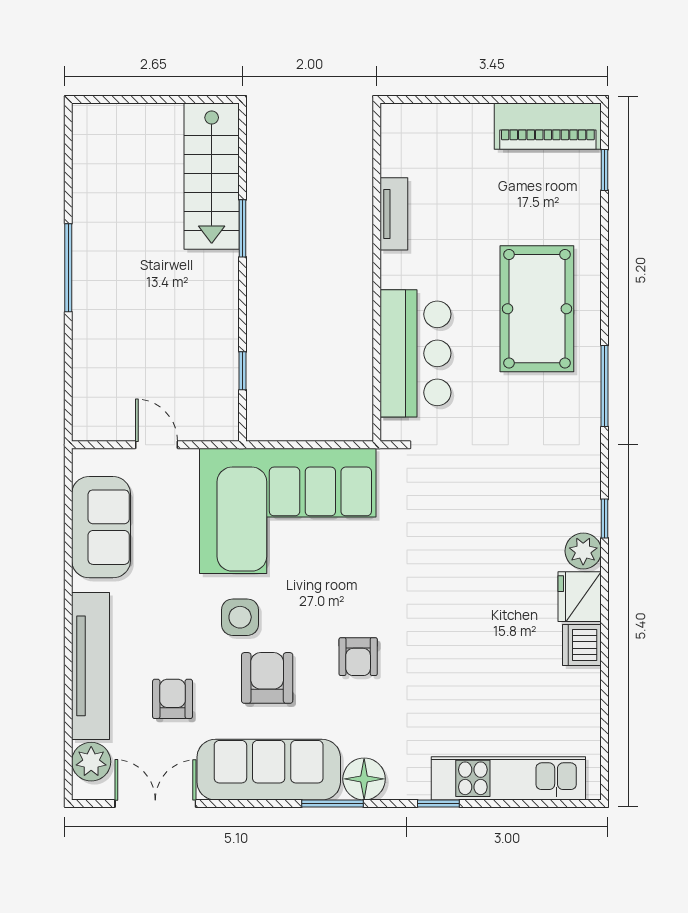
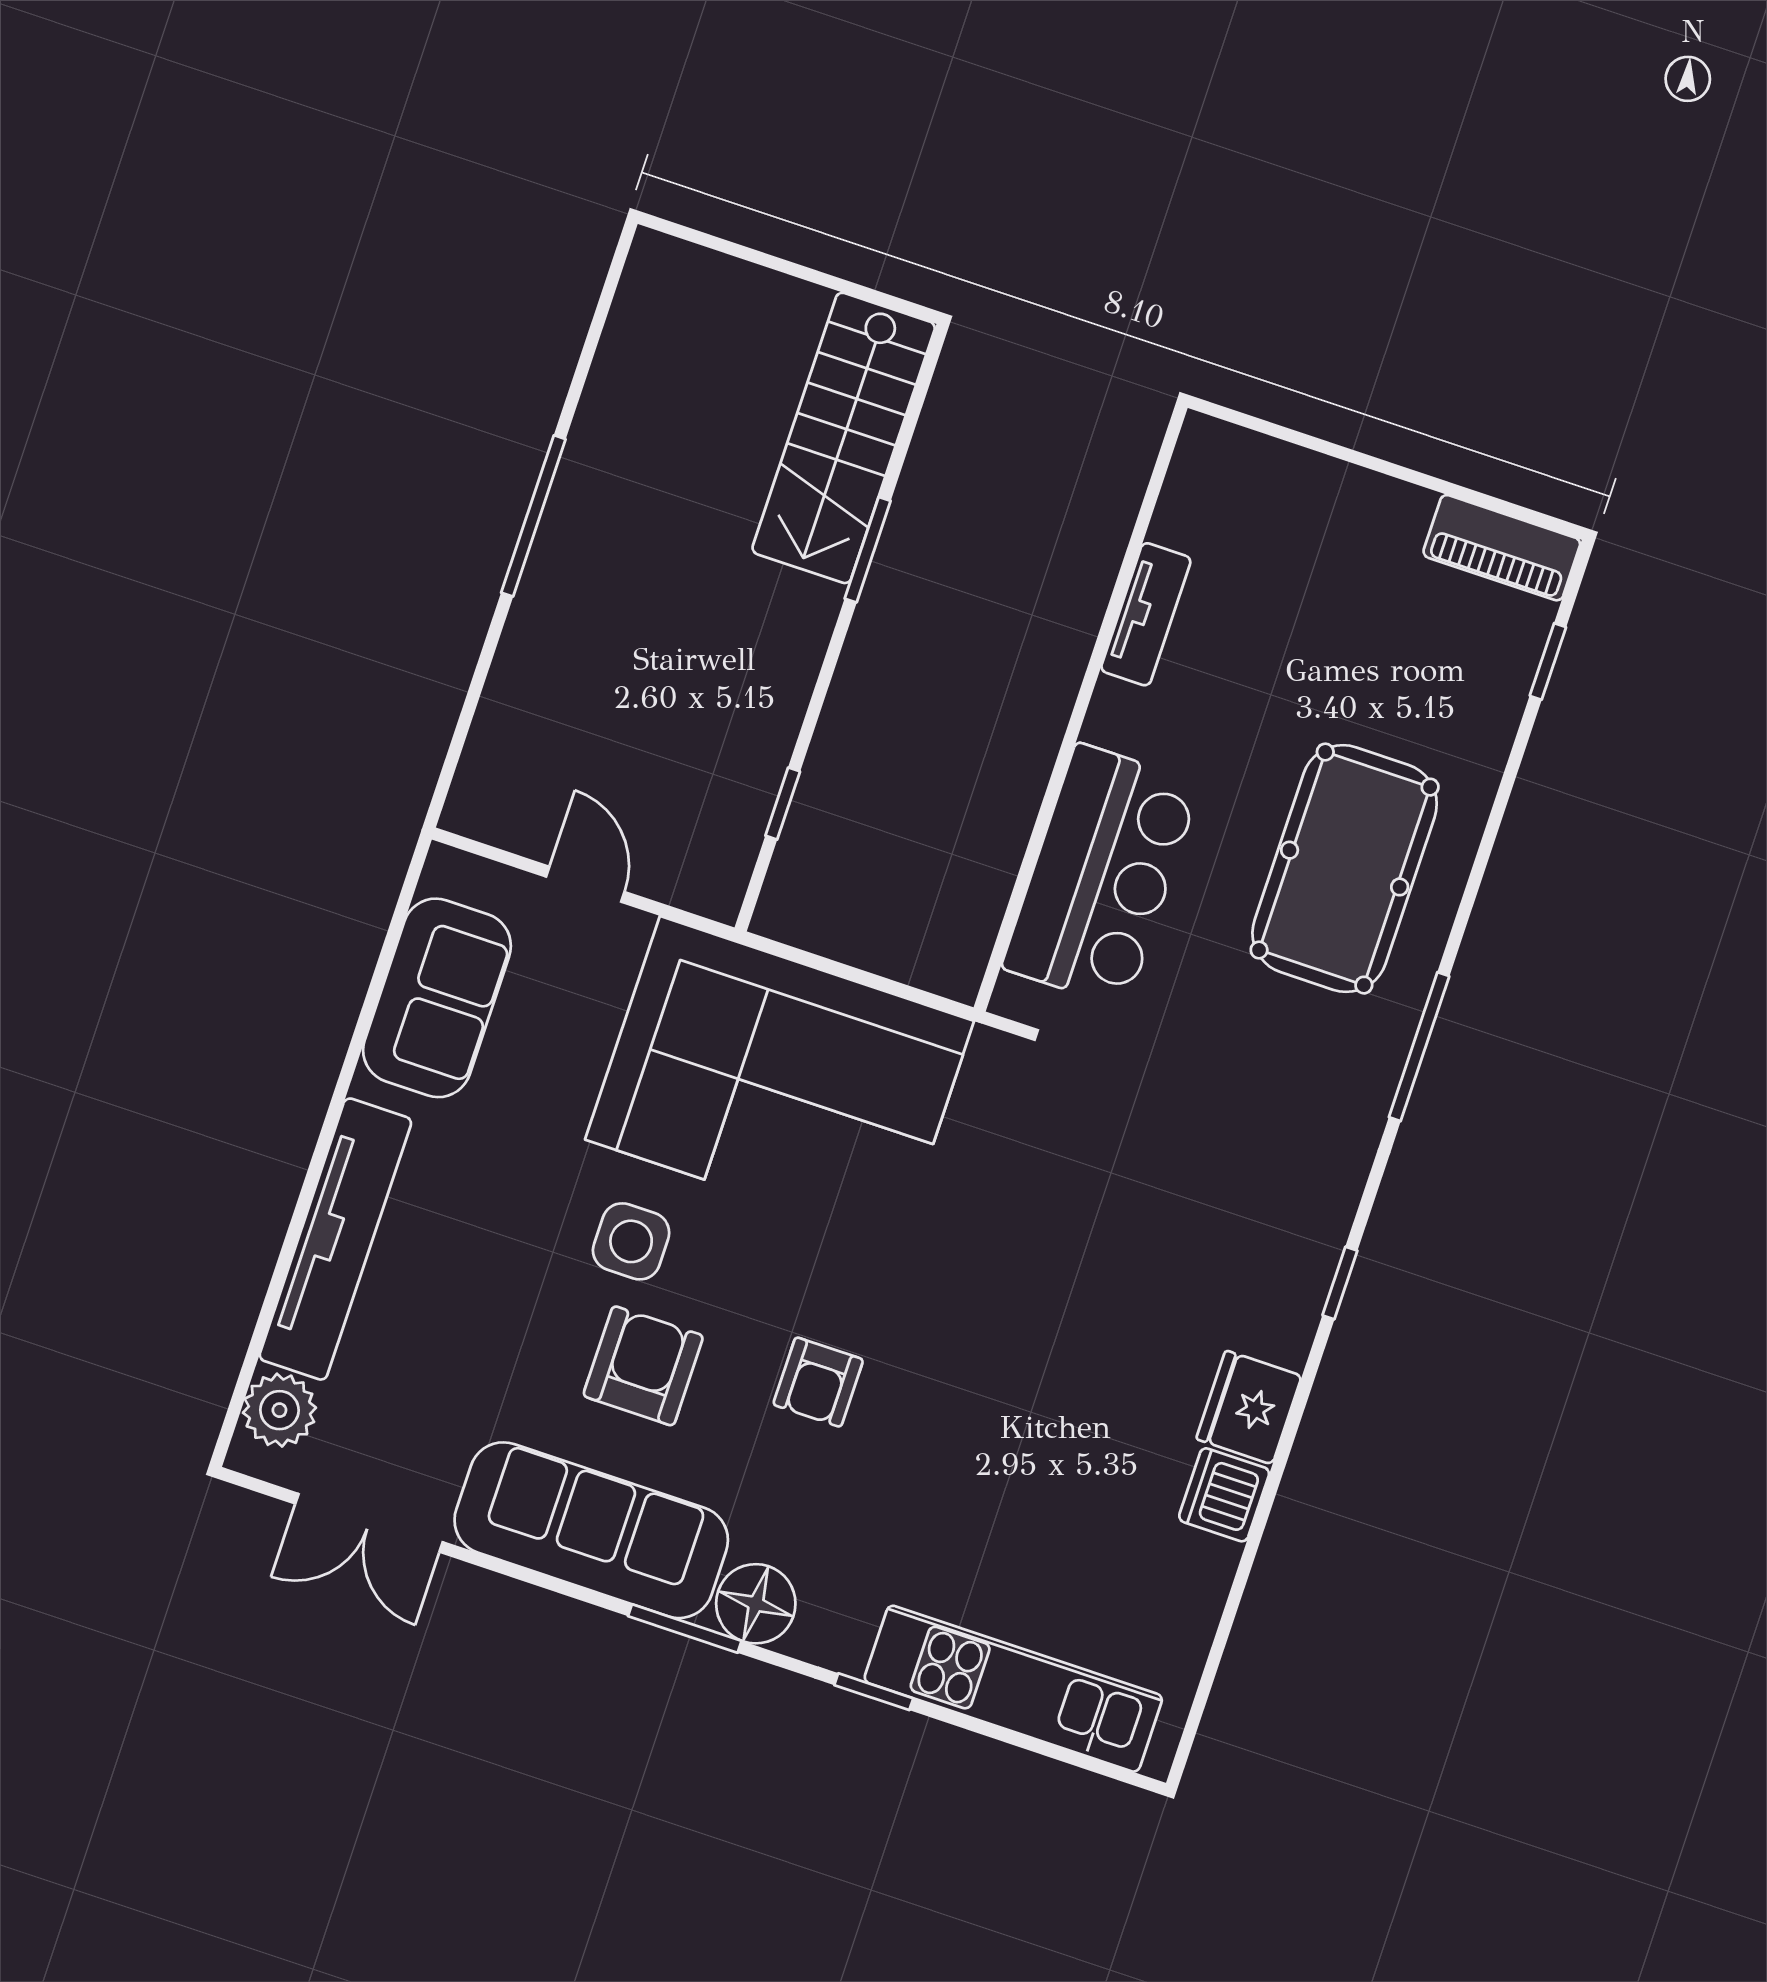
piano: (548, 126) -> (1502, 548), width x0.73, depth x0.75
plant: (583, 551) -> (1282, 1328), removed
armchair: (173, 699) -> (462, 1347), removed
double door: (155, 803) -> (369, 1523), swing flipped

